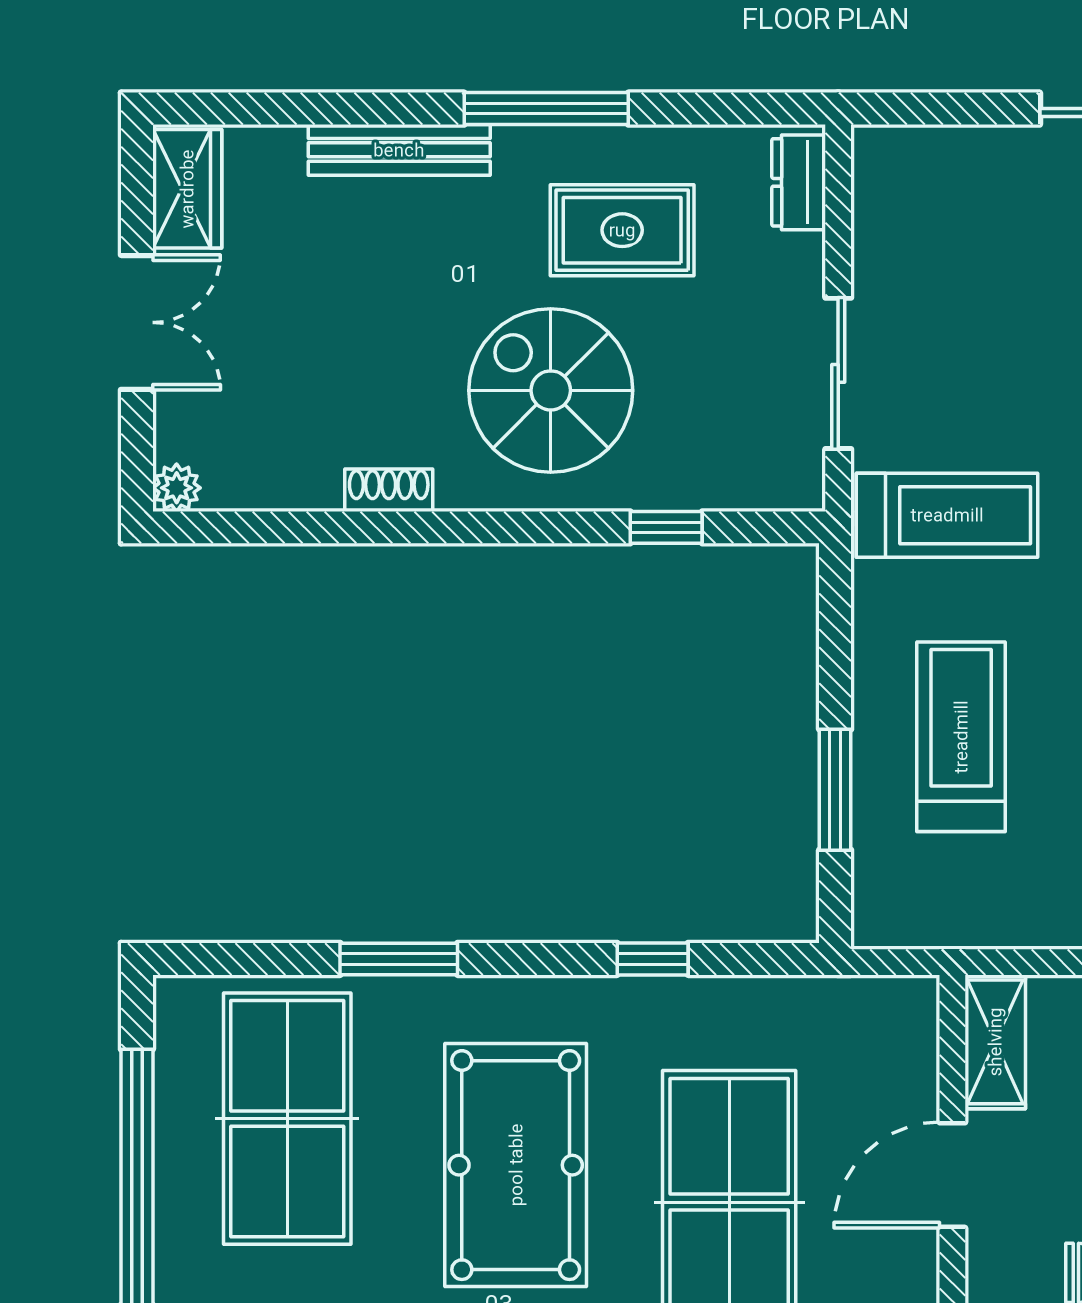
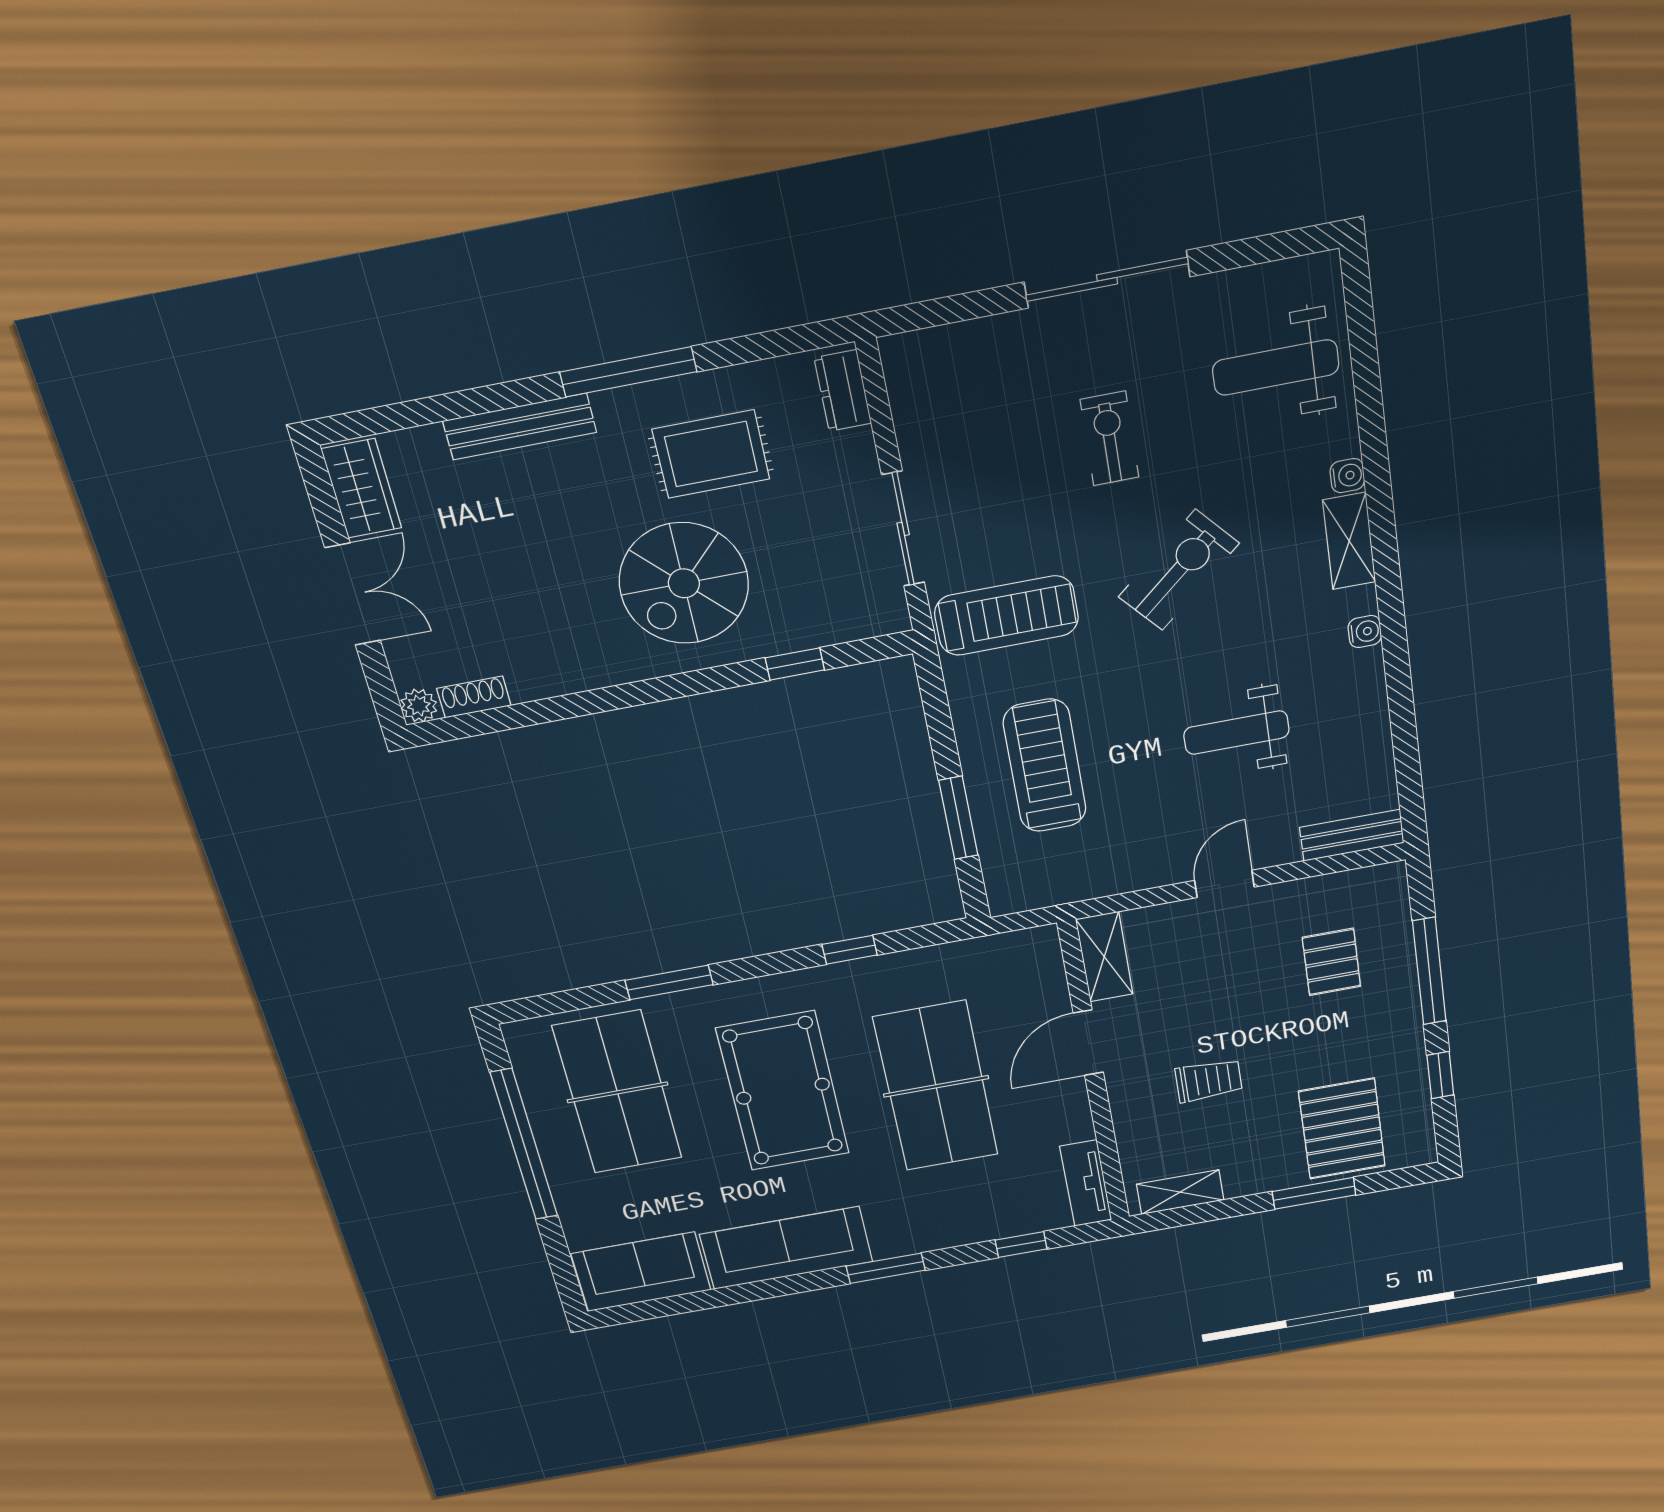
spiral stairs: (551, 390) -> (684, 583), turned -90
shoe rack: (389, 490) -> (474, 697), moved

